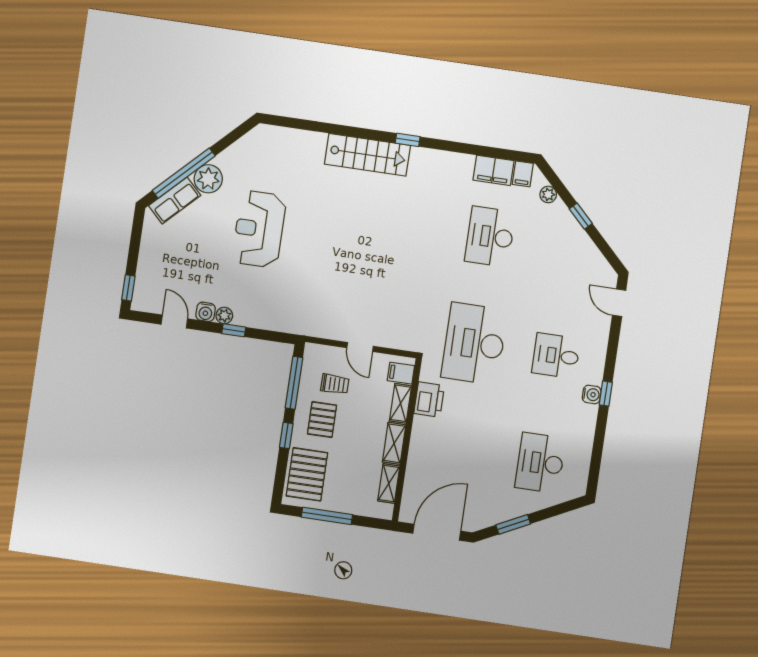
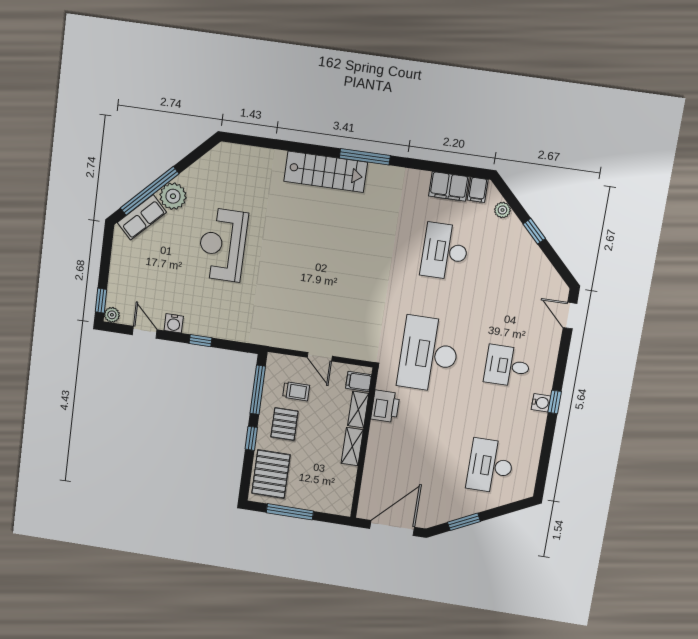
window: (408, 140) -> (365, 157), width x2.17
plant: (224, 316) -> (112, 315), moved
shelving: (389, 483) -> (347, 483), removed

